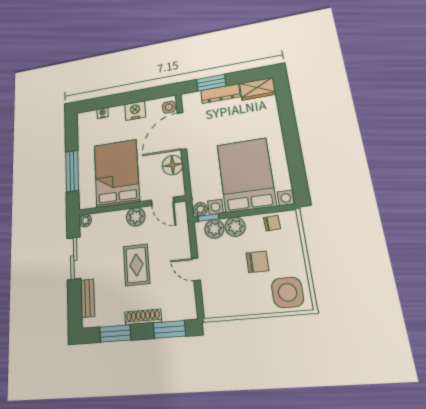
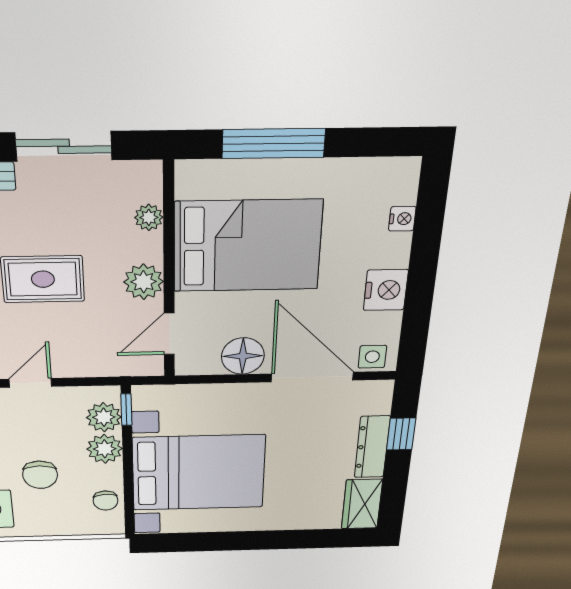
window: (211, 83) -> (401, 434), width x0.67
plant: (200, 209) -> (144, 398), removed
plant: (85, 221) -> (149, 217), moved

